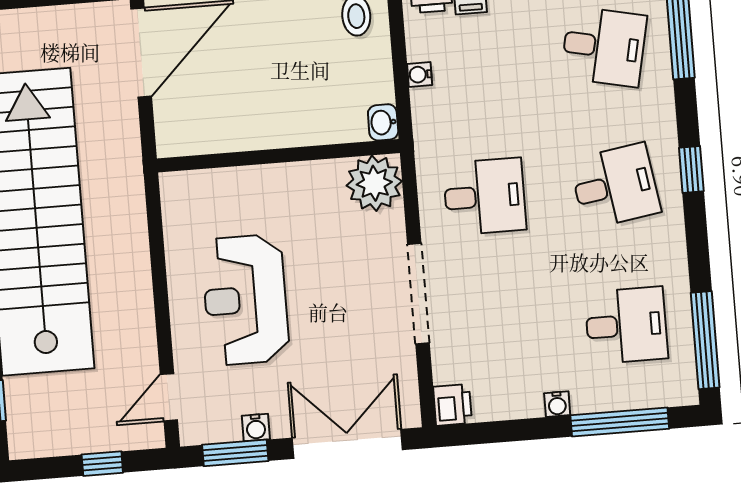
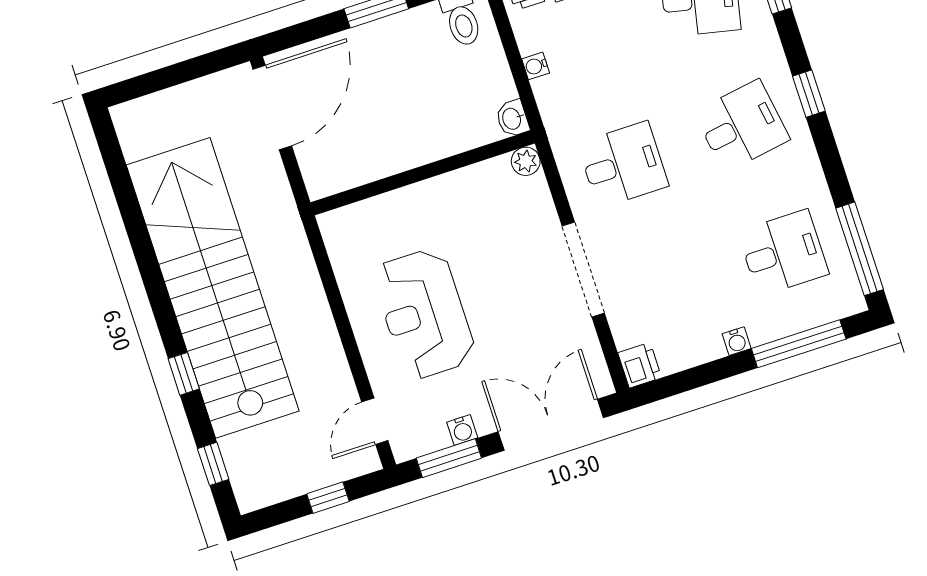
plant: (374, 183) -> (526, 161), width x0.53, depth x0.53

